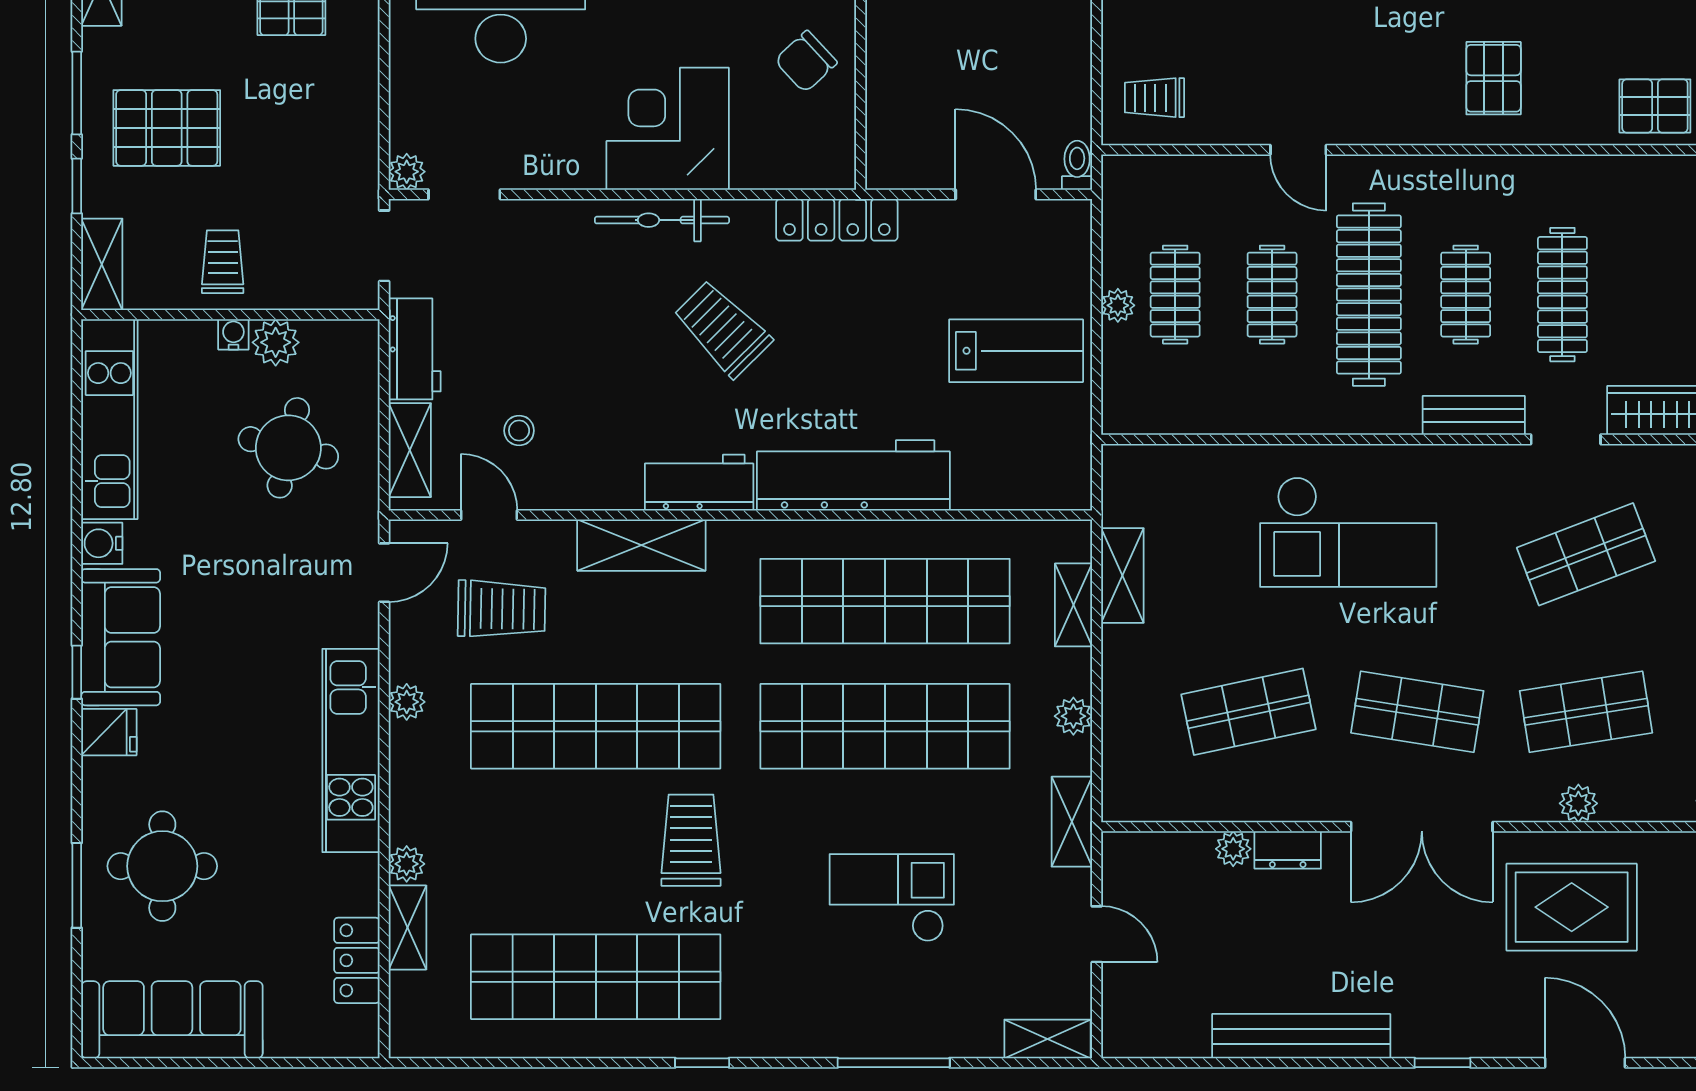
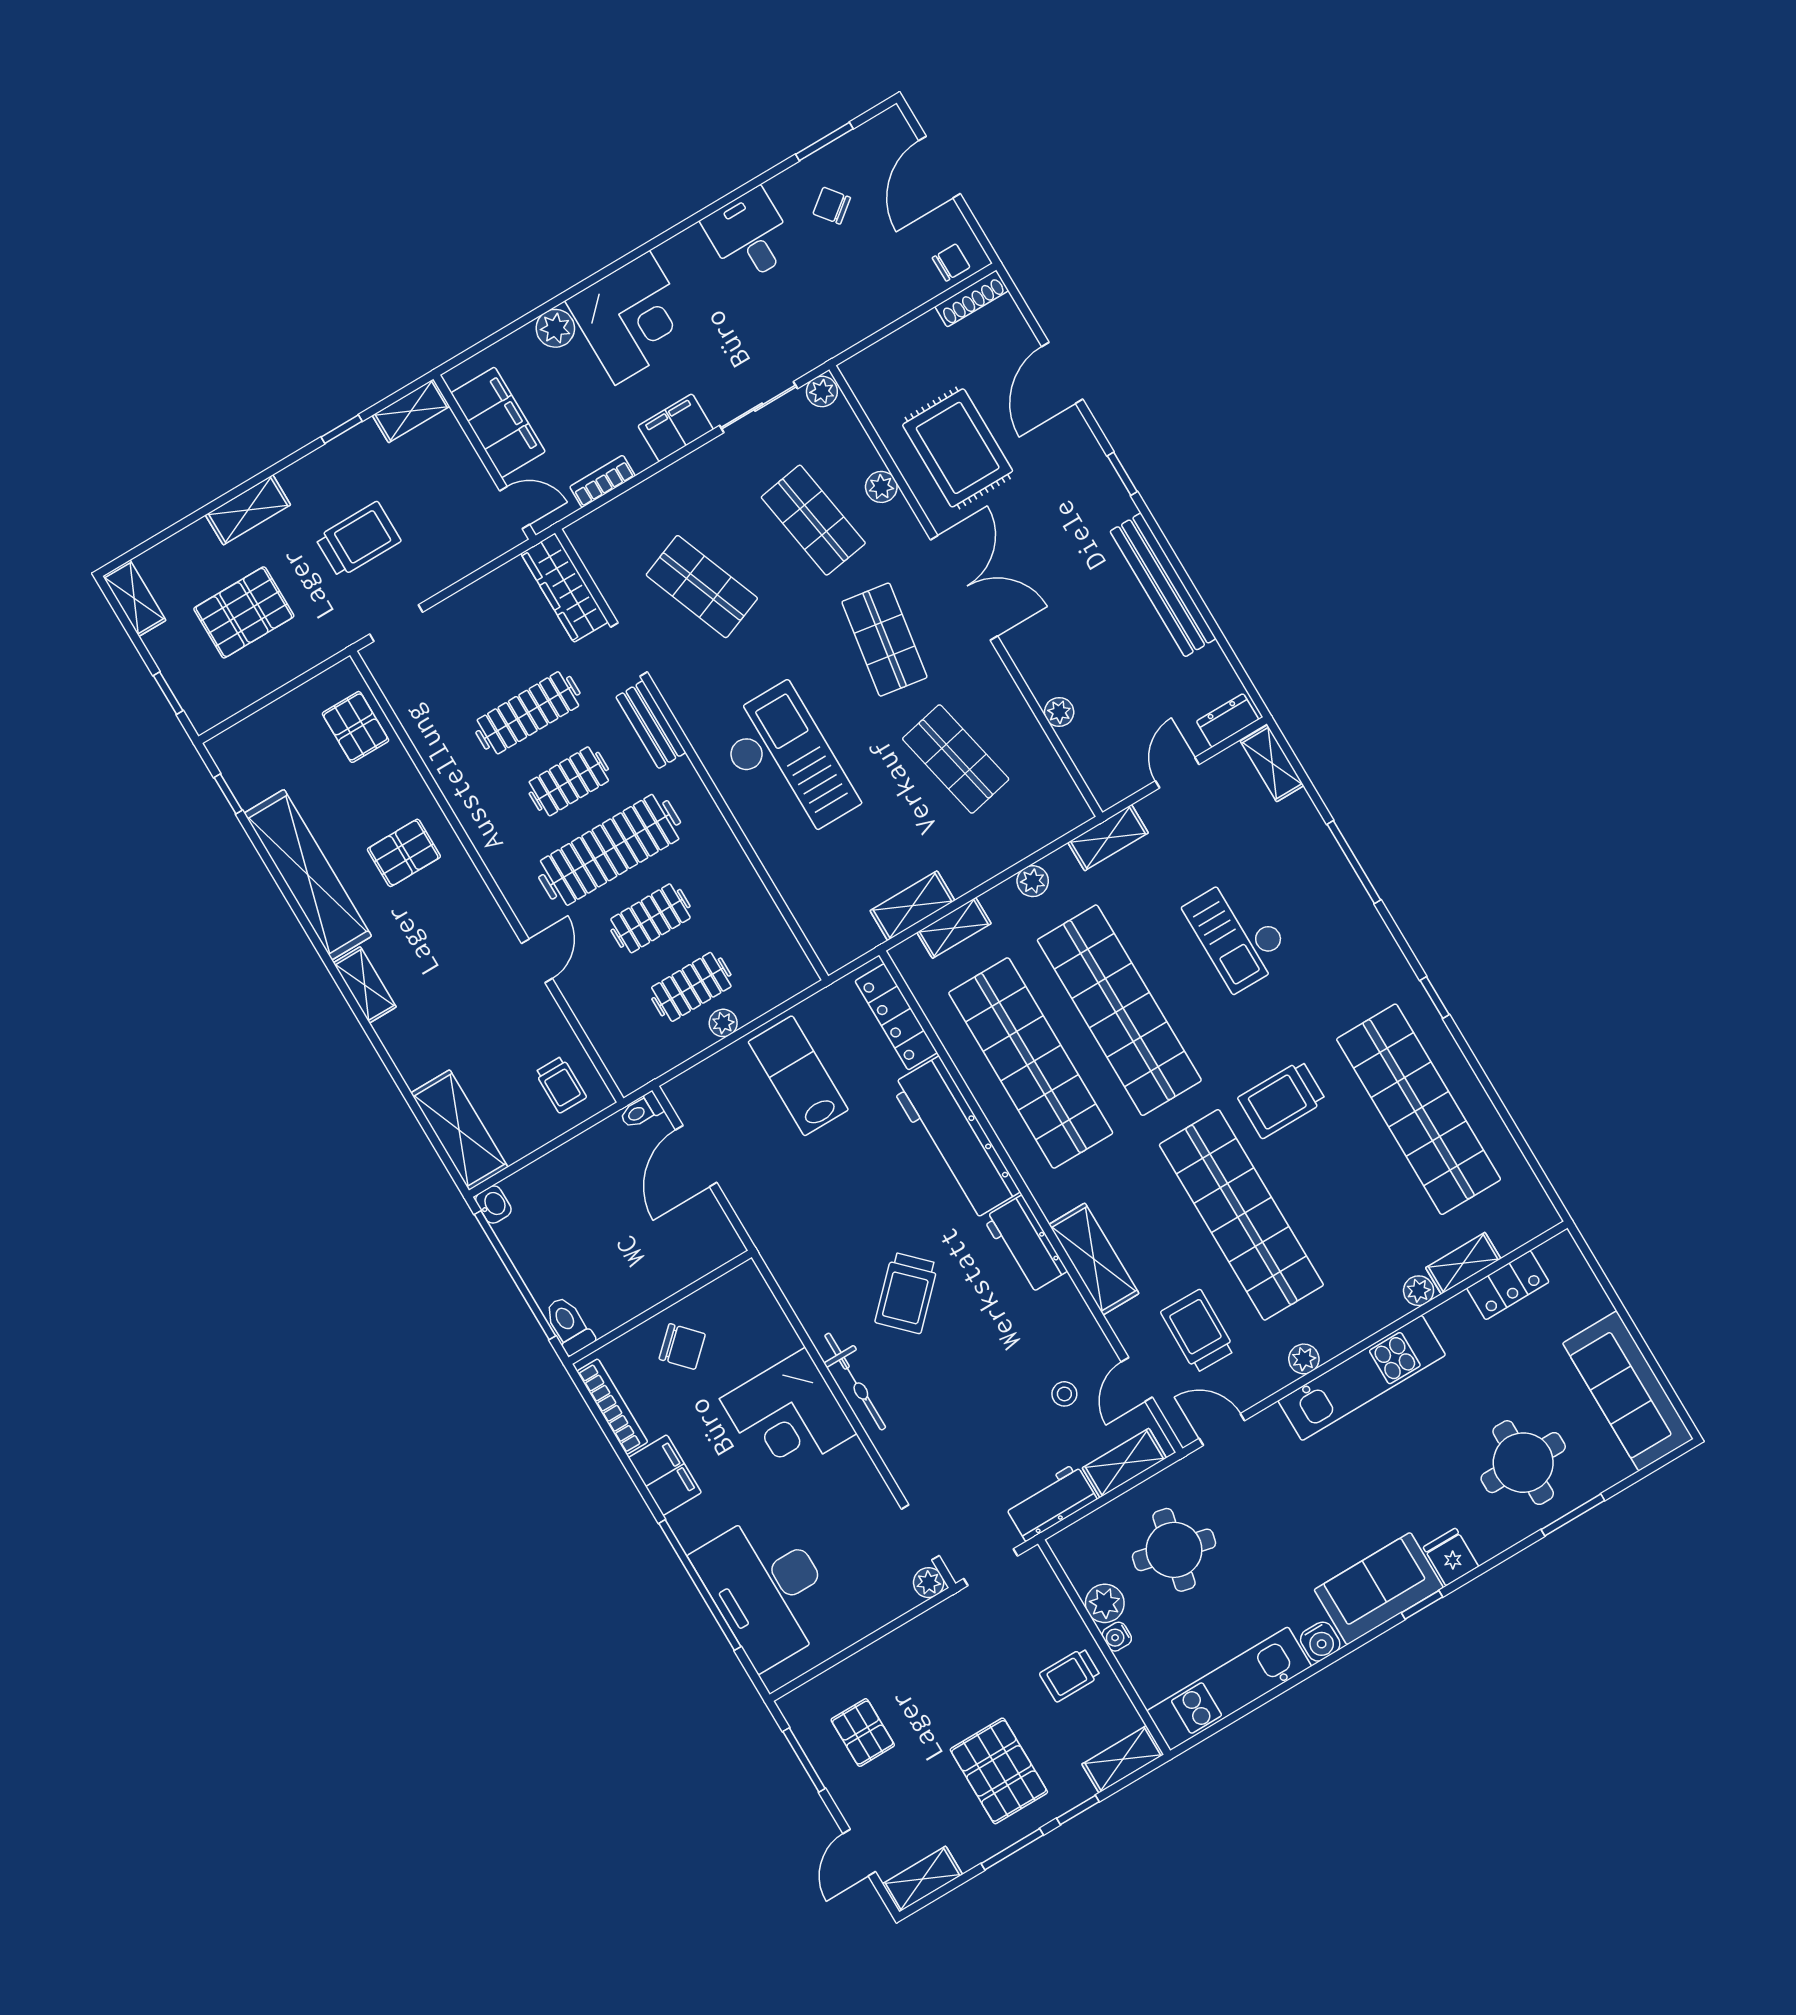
locker: (837, 220) -> (896, 1017), moved, turned 180
dresser: (1288, 850) -> (1228, 720), moved, turned -90

